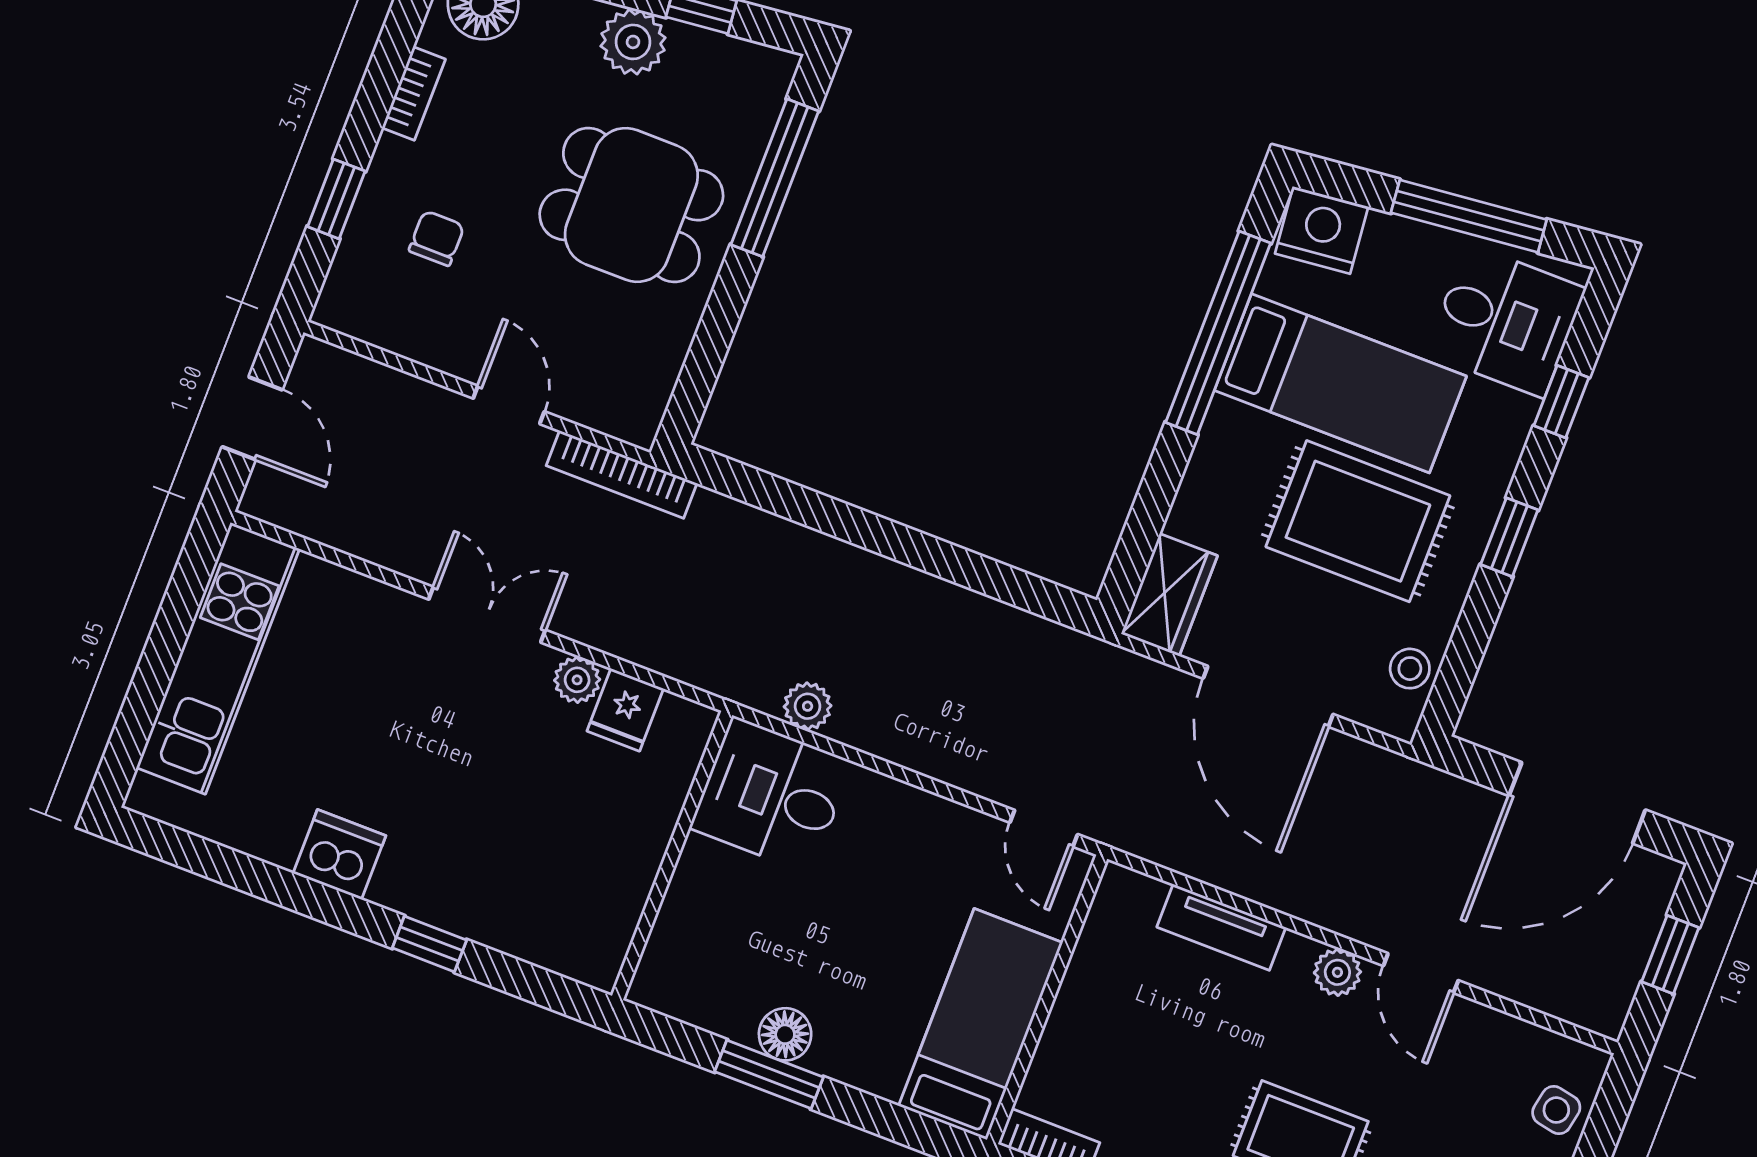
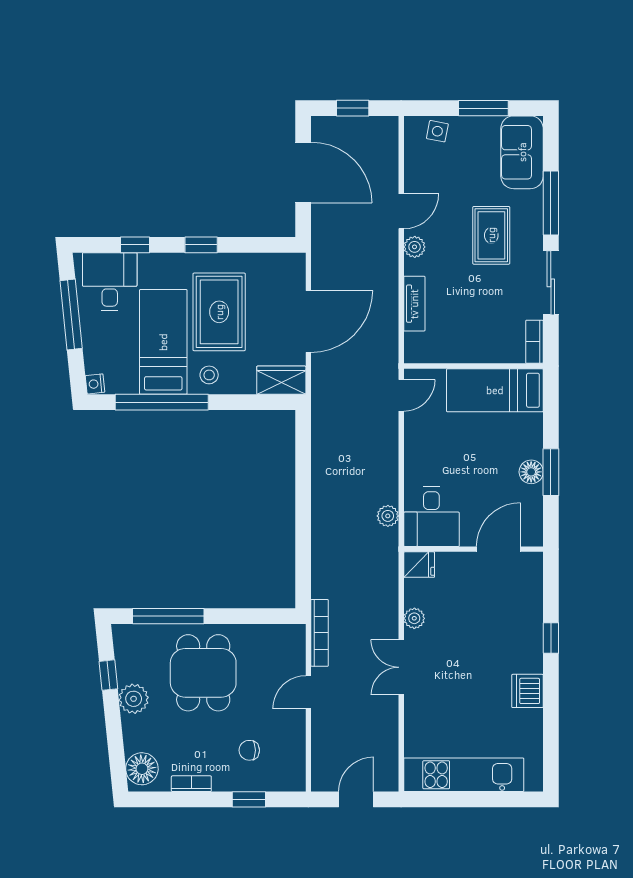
nightstand: (1322, 230) -> (95, 384), width x0.53, depth x0.56
stool: (1410, 669) -> (209, 375), moved
fridge: (625, 710) -> (419, 565), moved
door: (652, 907) -> (499, 549), added

